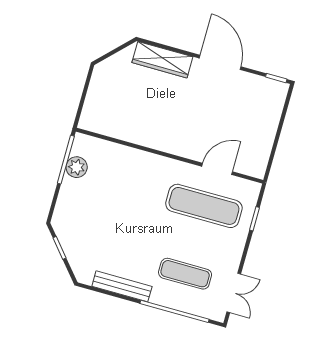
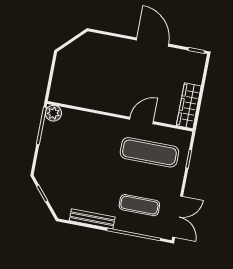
wardrobe: (162, 60) -> (189, 106), moved, turned 90
plant: (77, 167) -> (53, 113), moved
door: (217, 169) -> (141, 120), moved
double door: (234, 293) -> (178, 217), width x1.37

